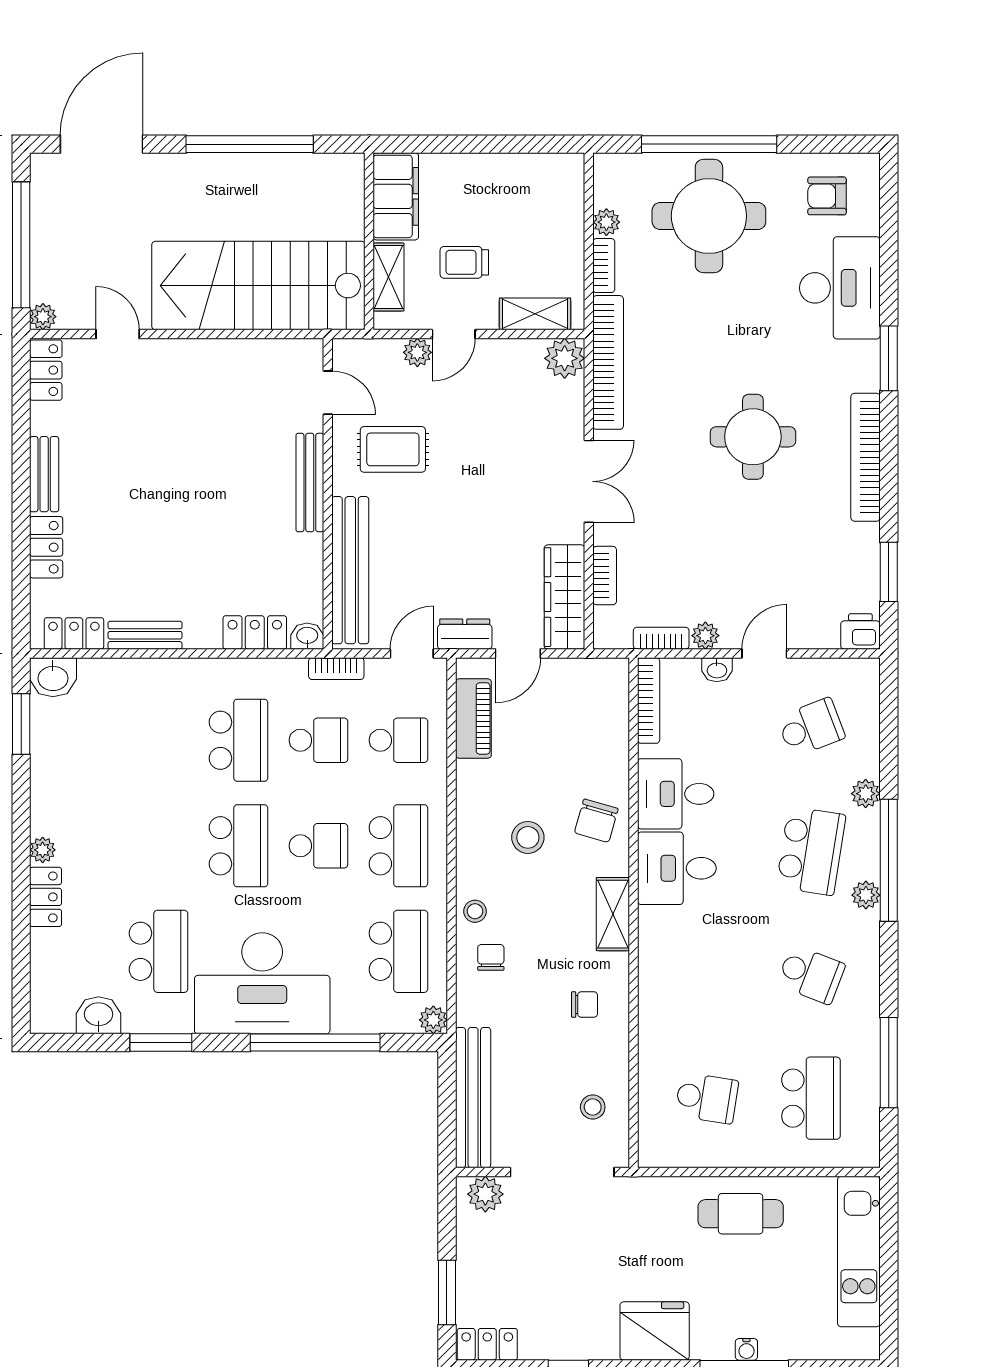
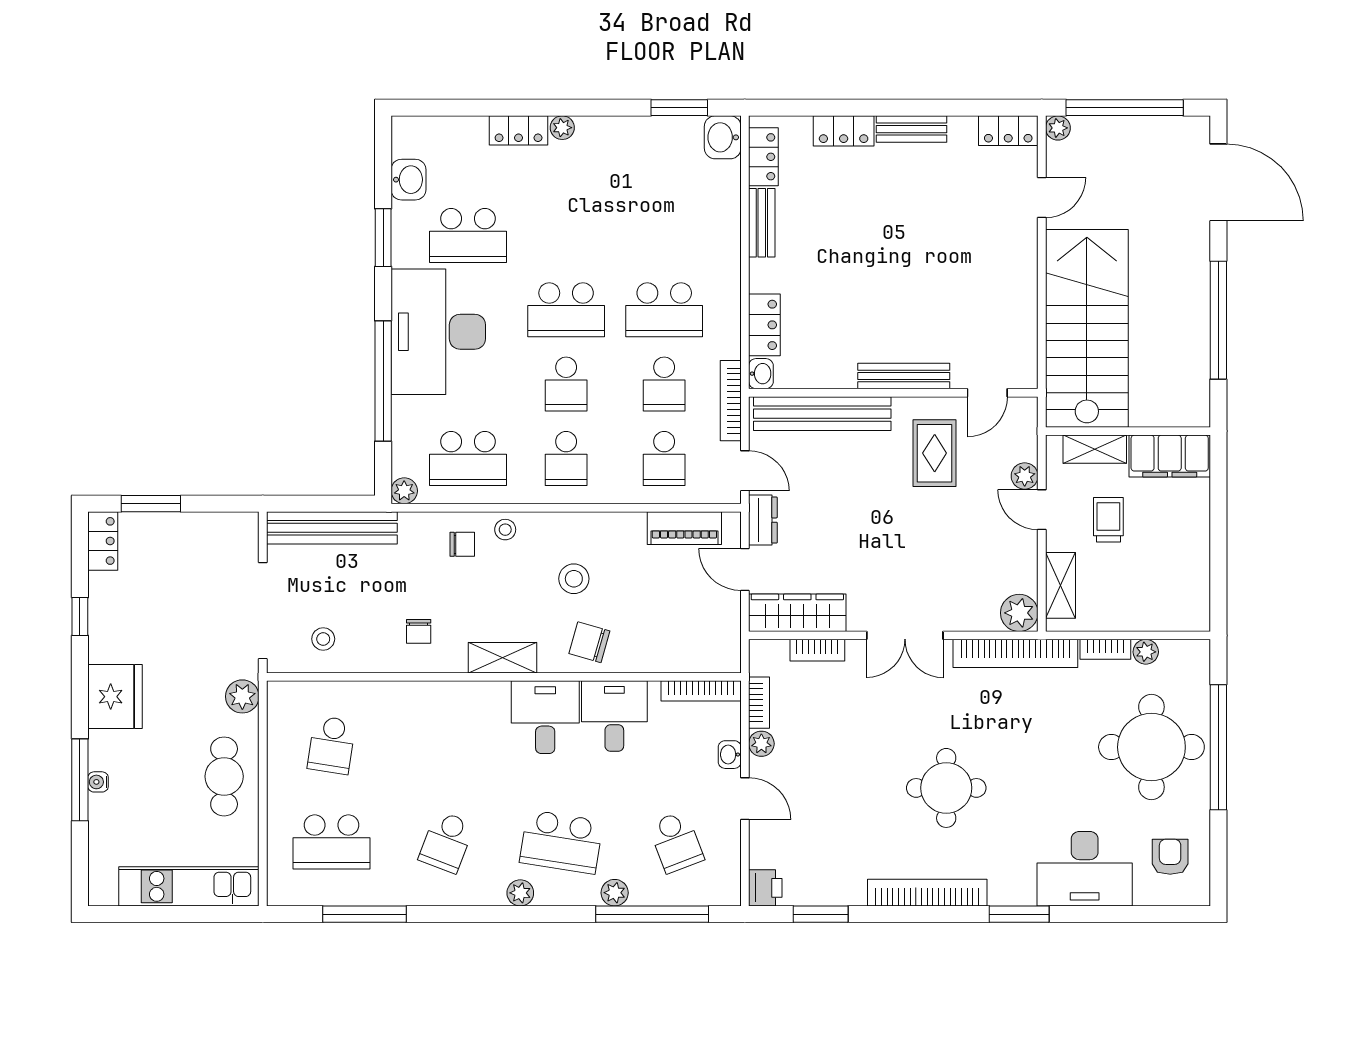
bookcase: (336, 669) -> (731, 401), width x1.56
school desk: (398, 846) -> (566, 458), width x0.54
window: (889, 860) -> (652, 914), moved
plant: (485, 1194) -> (242, 696), moved

